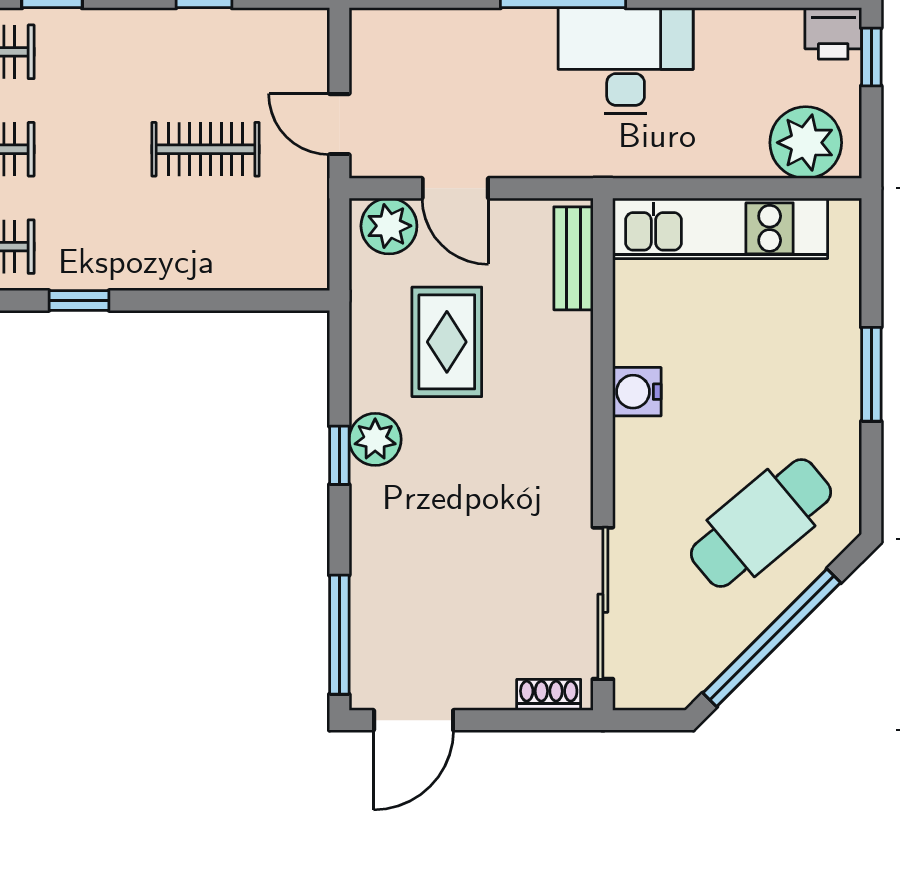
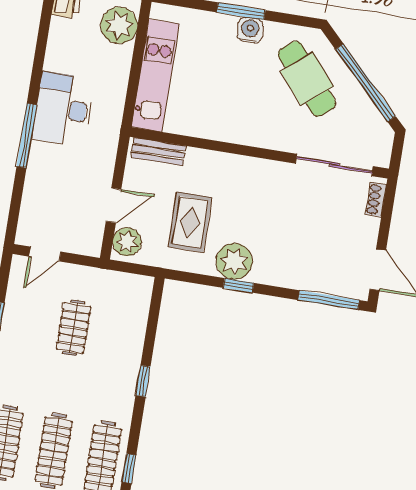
door: (339, 124) -> (45, 254), moved
window: (79, 300) -> (143, 381), moved
rug: (447, 342) -> (190, 222), turned 90
water cooler: (637, 392) -> (250, 30), moved, turned 180
plant: (375, 439) -> (234, 261), width x1.36, depth x1.36

